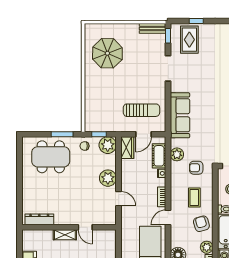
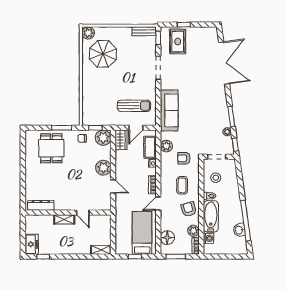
plant: (91, 30) -> (88, 33), added
dining table: (51, 157) -> (51, 148), width x0.73

